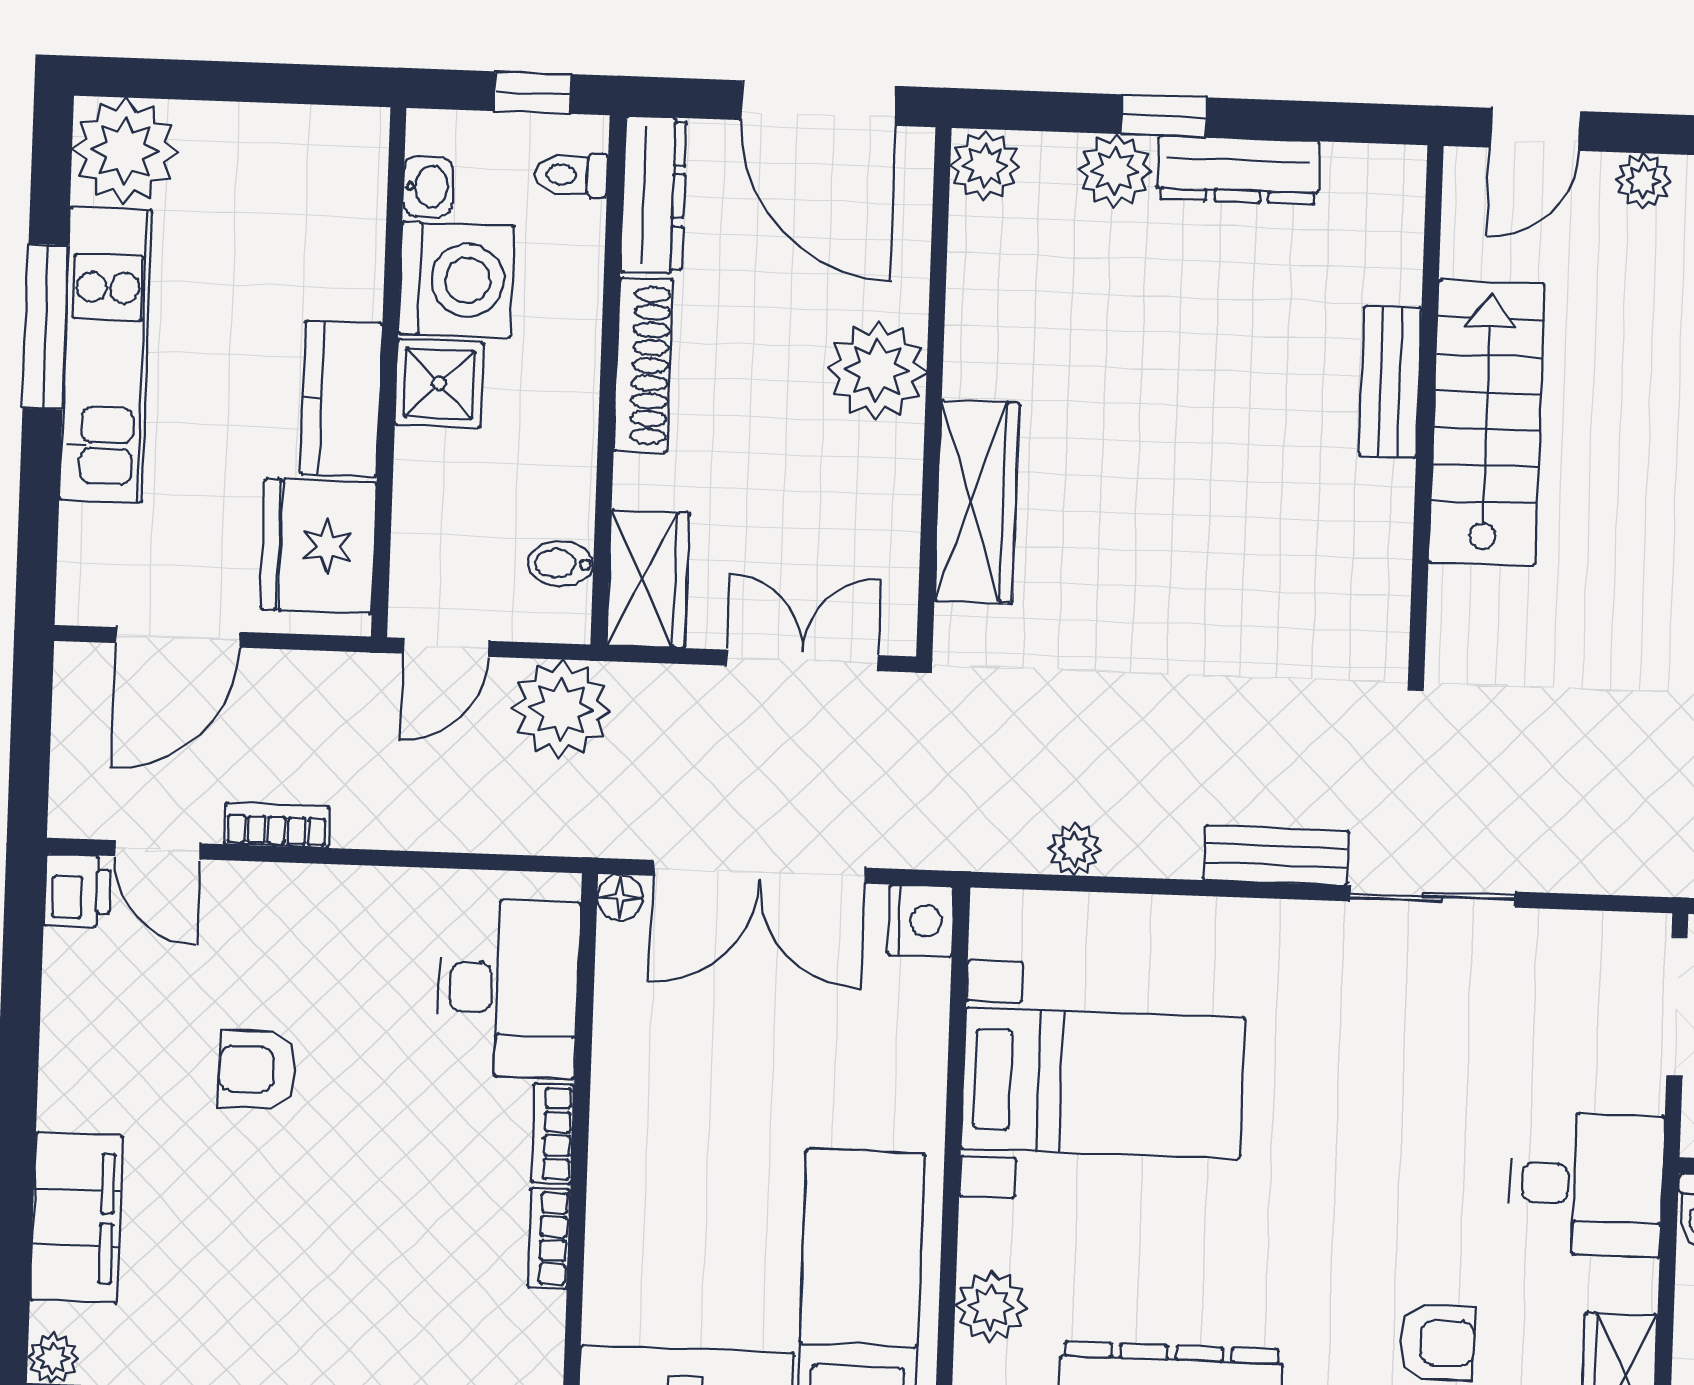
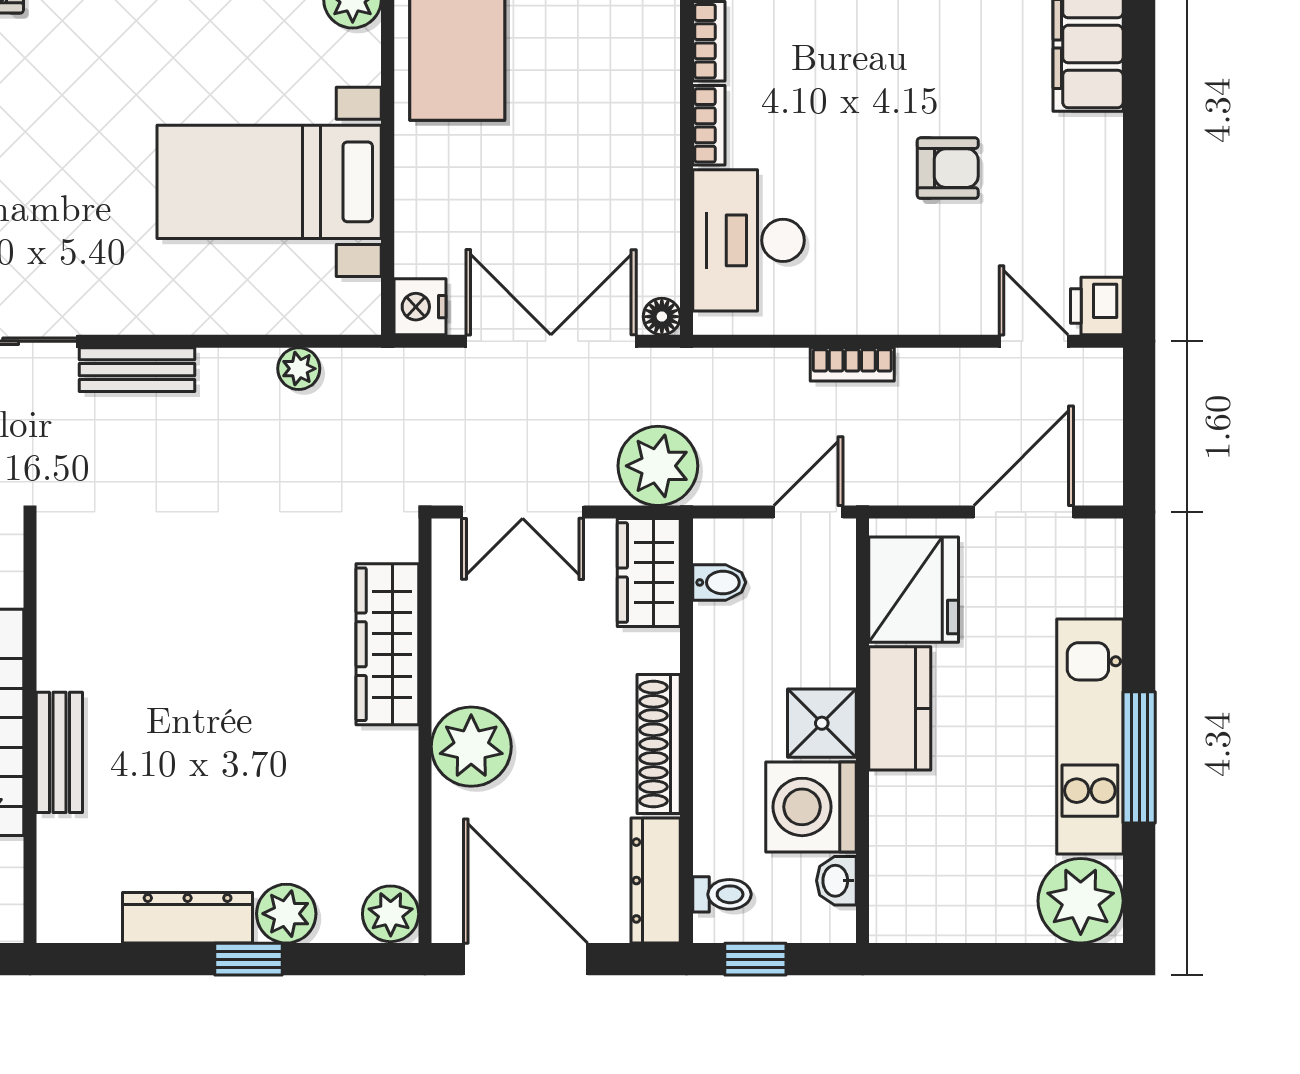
plant: (561, 709) -> (658, 466), moved
bookcase: (277, 825) -> (852, 364), moved

